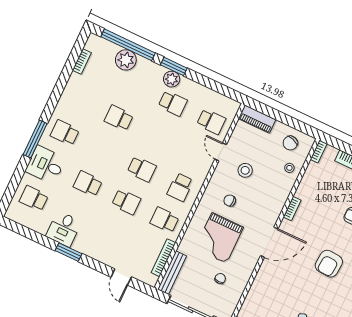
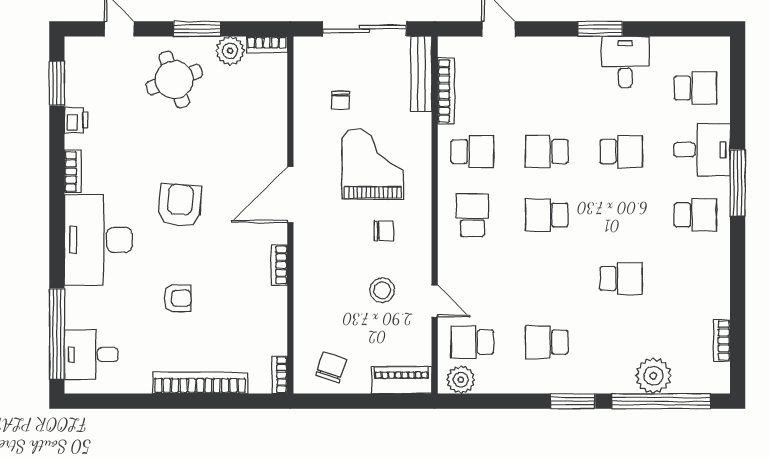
plant: (172, 79) -> (461, 380), moved
stool: (289, 168) -> (314, 327), removed

